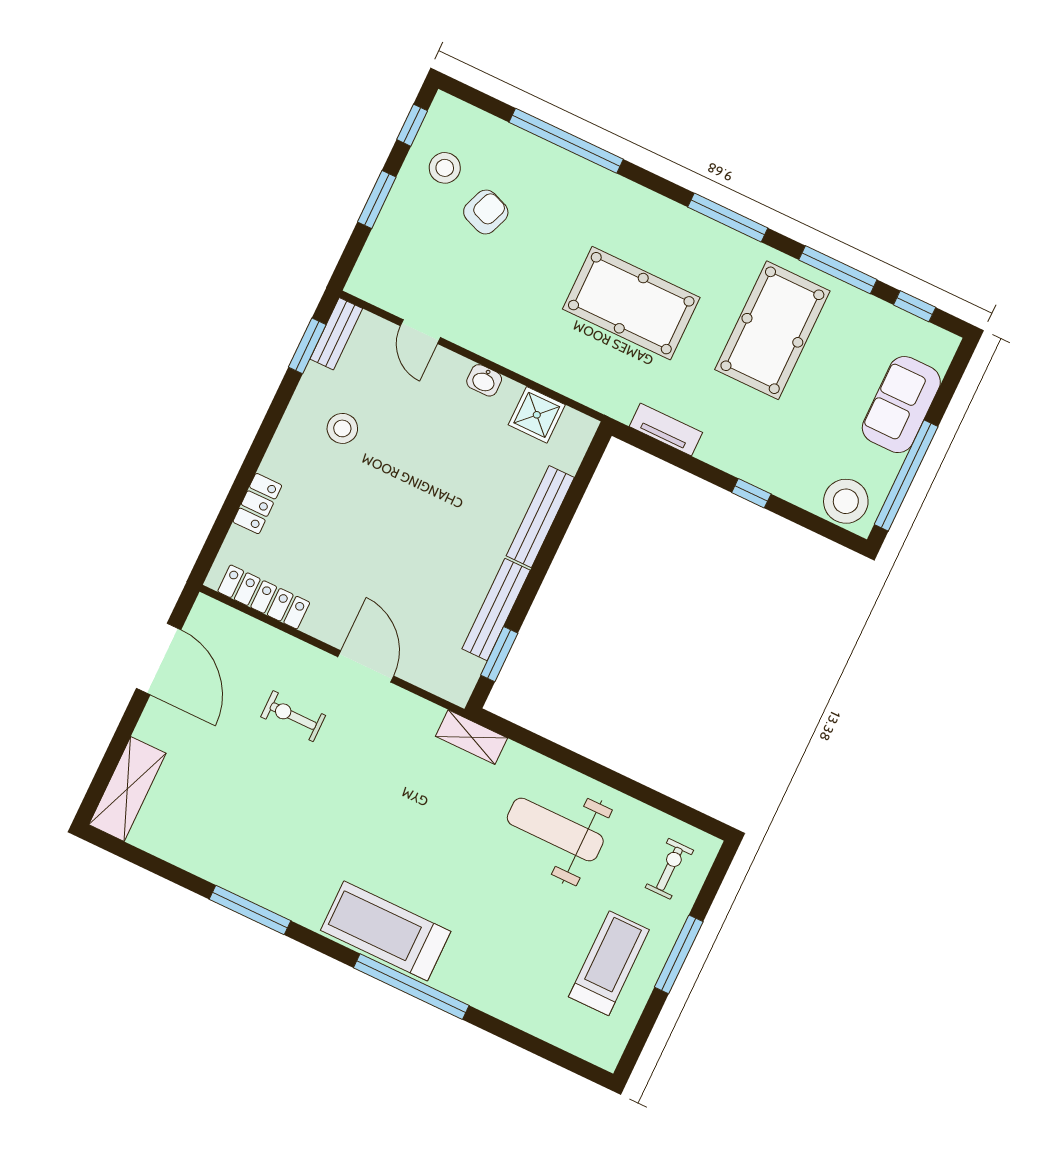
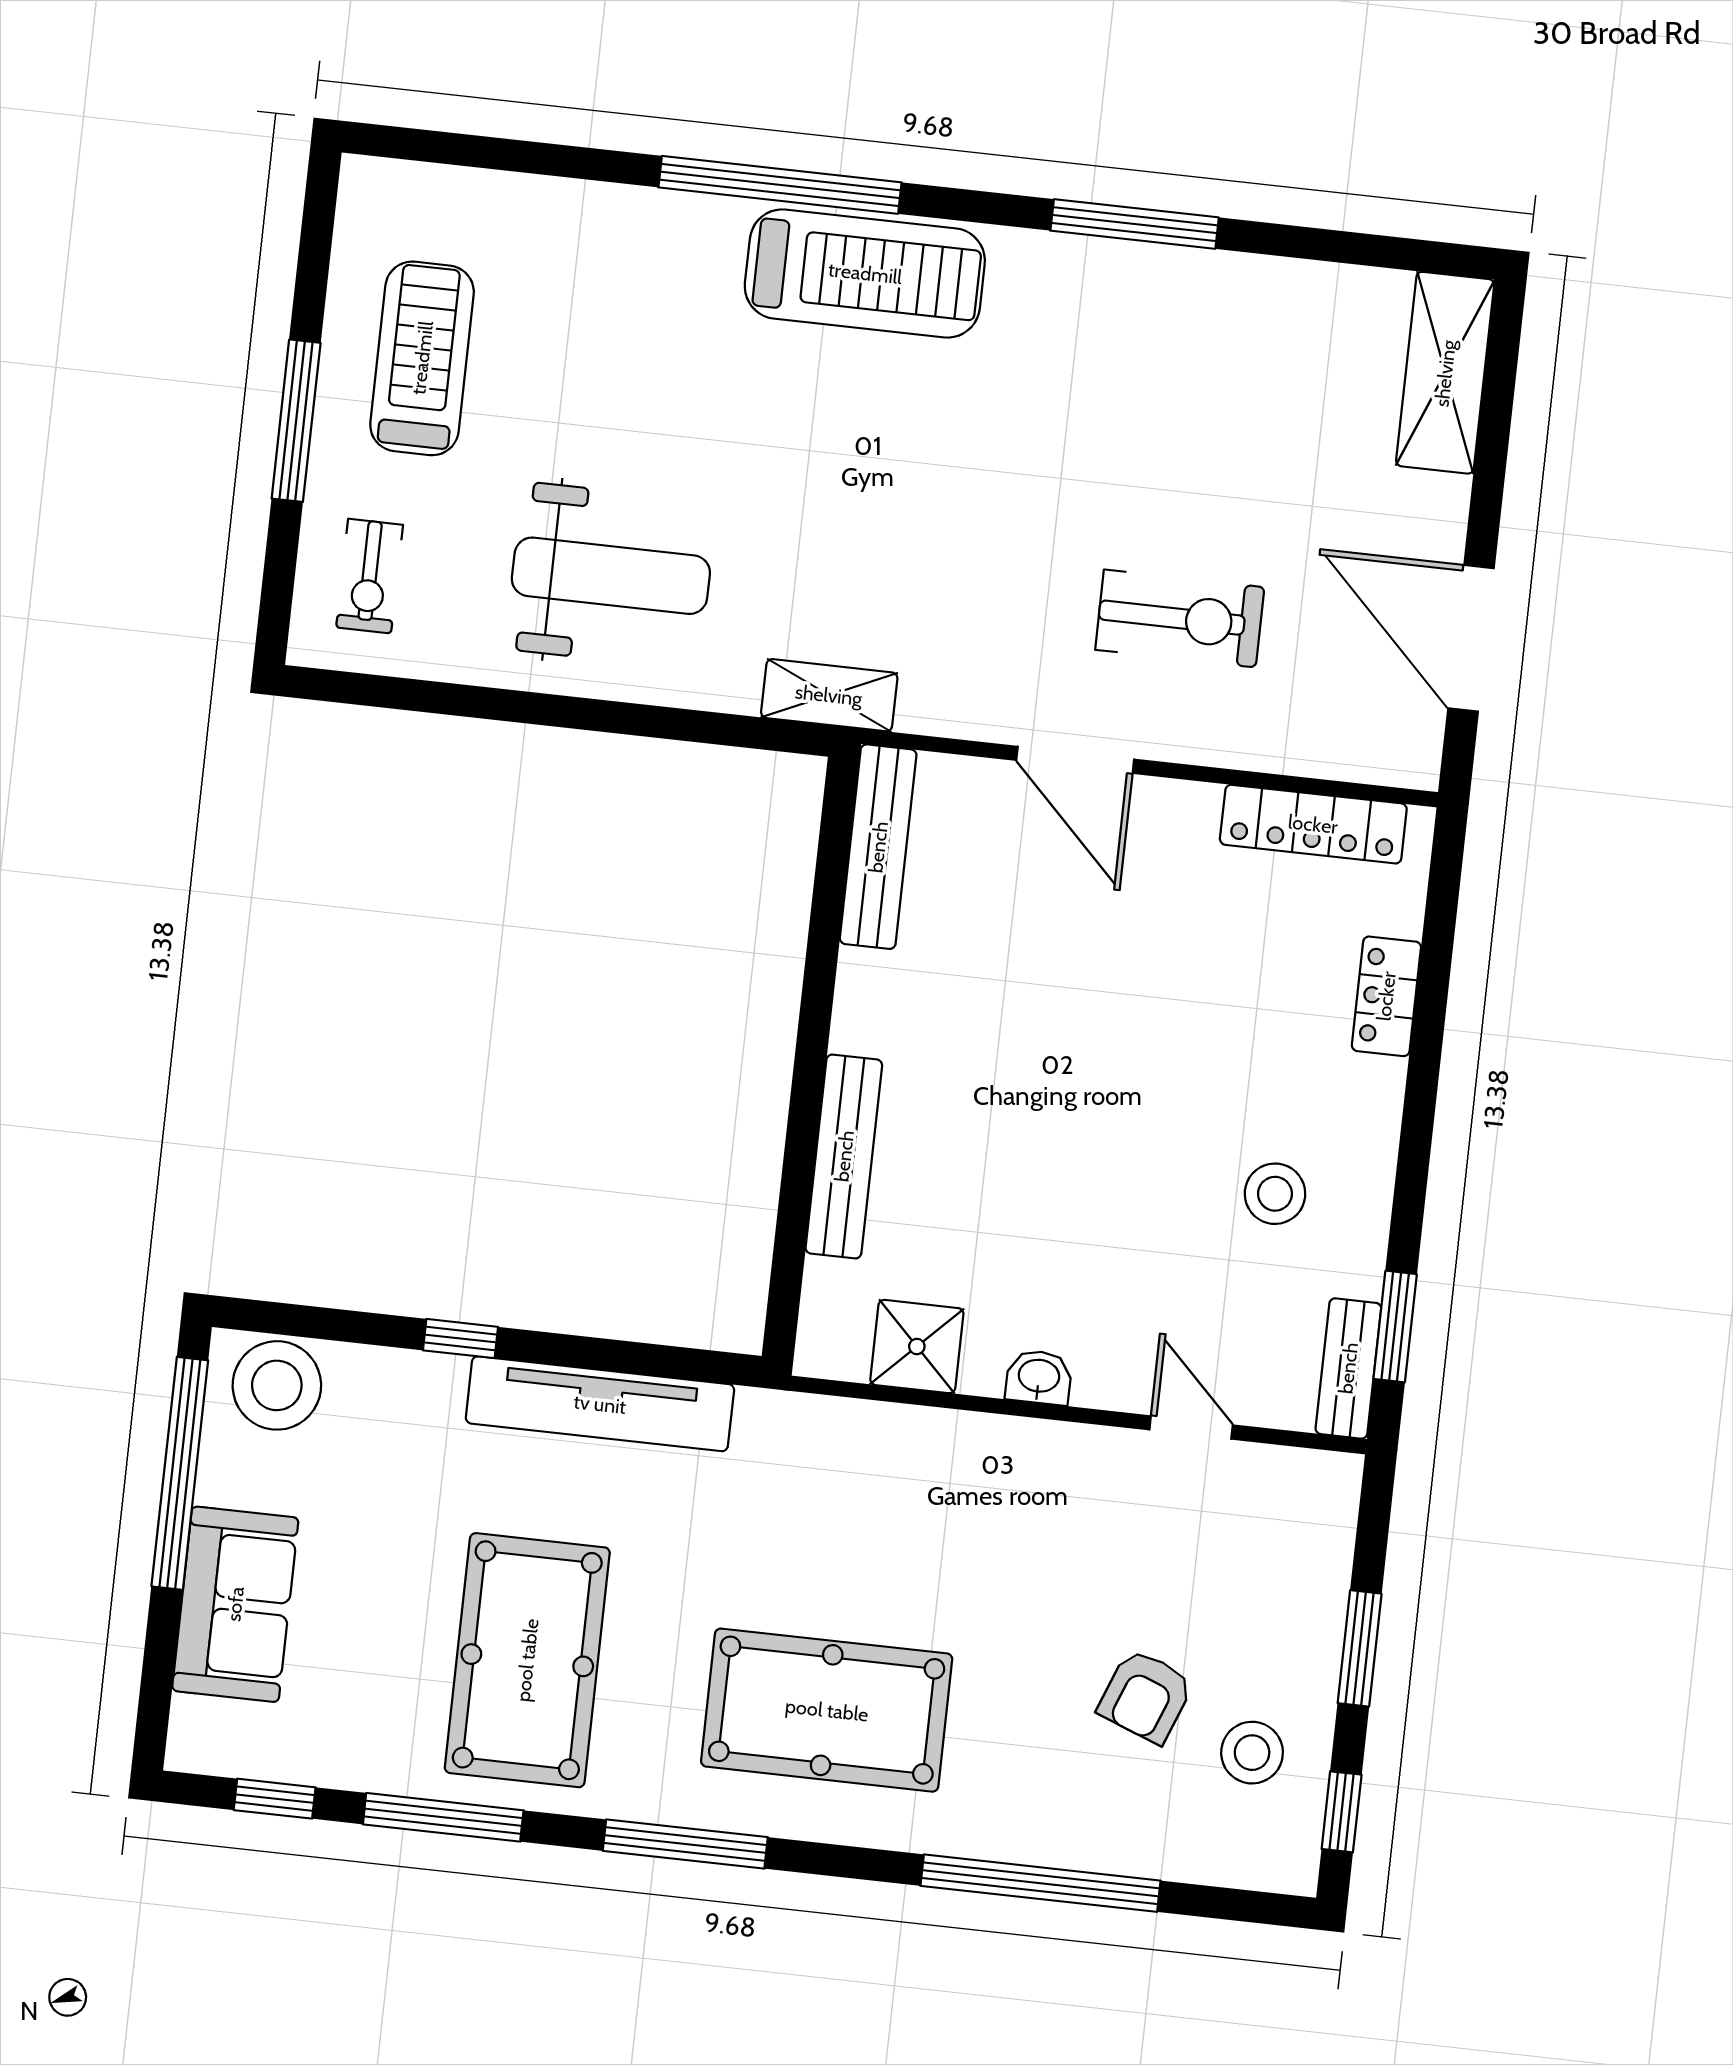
pool table: (631, 303) -> (827, 1710), moved
tv unit: (666, 429) -> (600, 1404), width x1.92, depth x1.29
bench: (496, 610) -> (878, 847), moved
window: (499, 654) -> (831, 870), removed
exercise bike: (293, 716) -> (1180, 618), width x1.38, depth x1.39
treadmill: (609, 963) -> (422, 358), turned 180

